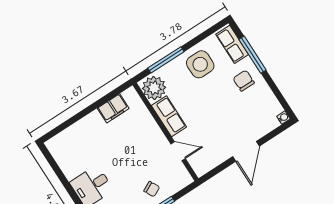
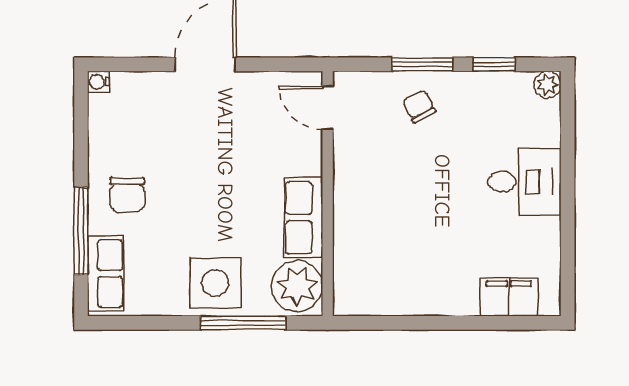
side table: (200, 64) -> (215, 283), moved
filing cabinet: (113, 108) -> (509, 297), moved
door: (178, 151) -> (328, 108), moved

